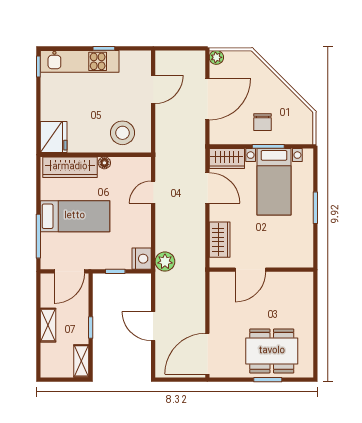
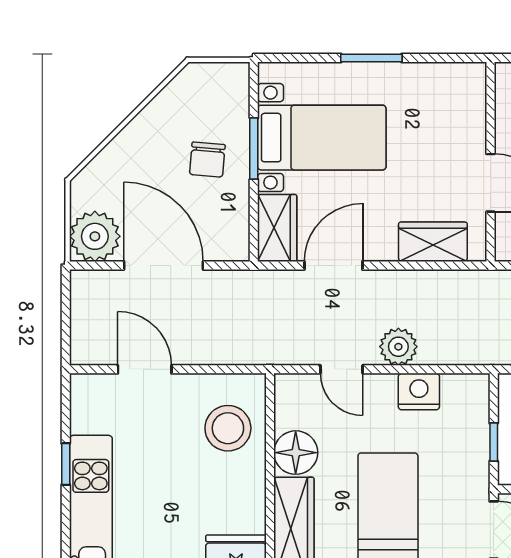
plant: (216, 57) -> (95, 236), width x1.88, depth x1.88
chair: (263, 122) -> (207, 160), turned 95
floor lamp: (104, 163) -> (296, 453), width x1.89, depth x1.89
nightstand: (142, 259) -> (419, 392), moved
plant: (165, 262) -> (398, 347), moved

